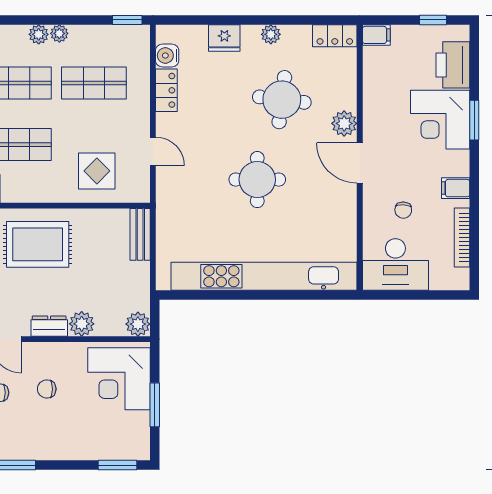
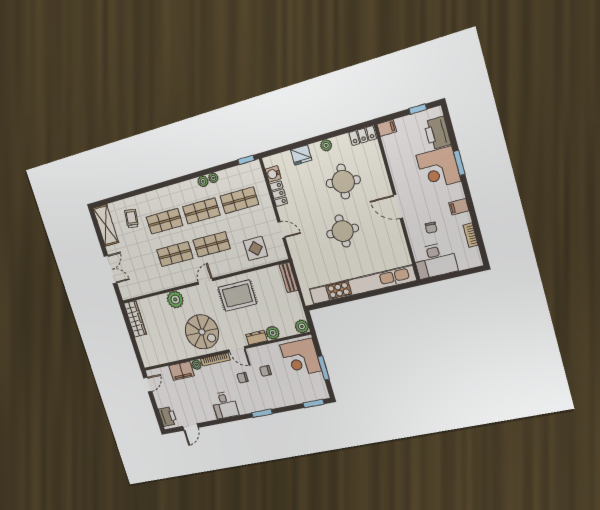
plant: (344, 123) -> (383, 186), removed
bookcase: (462, 238) -> (471, 235), width x0.64

